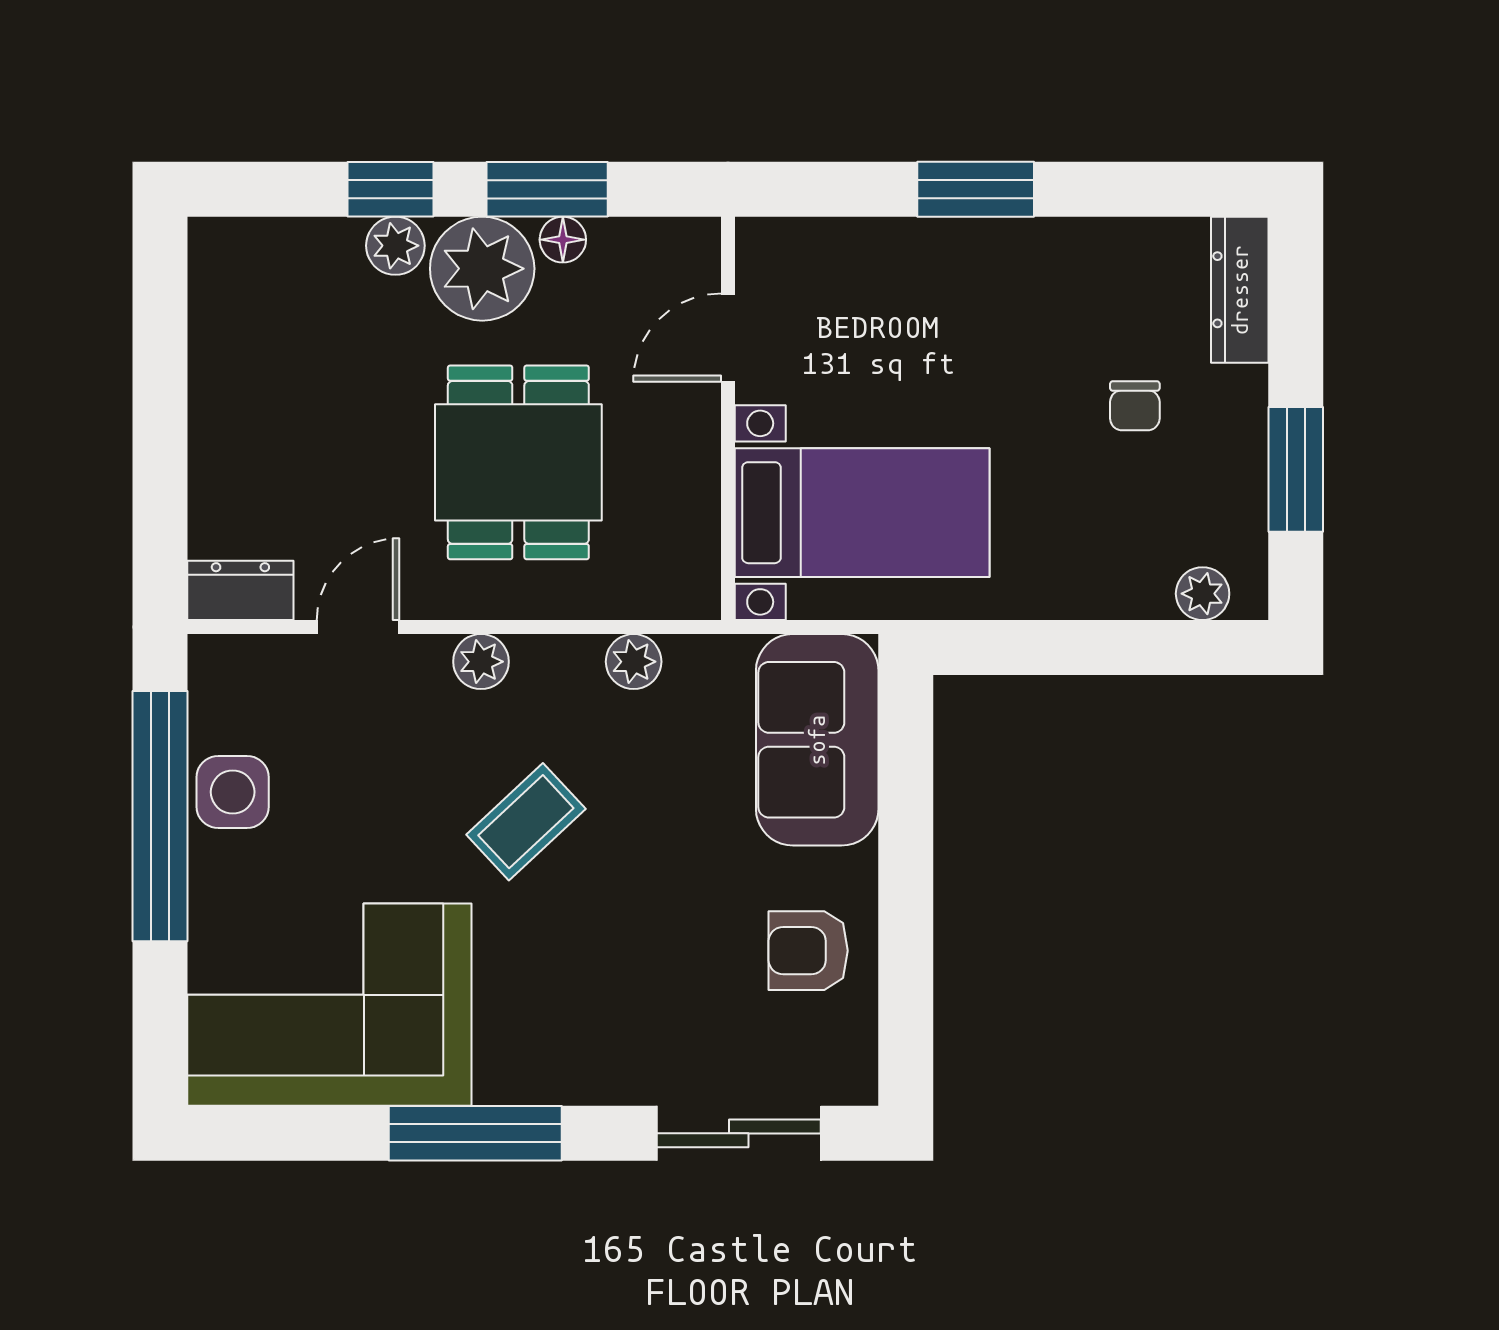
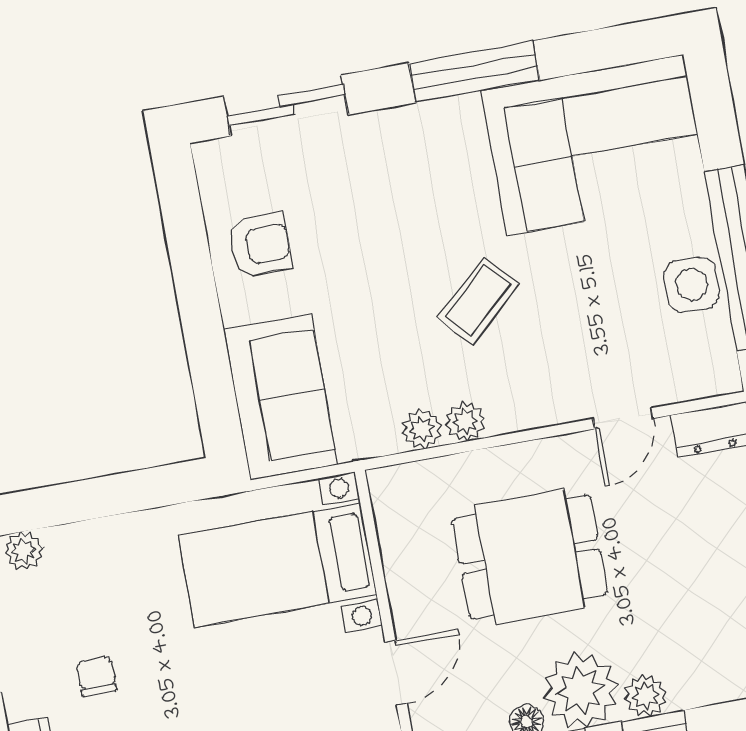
dining table: (518, 462) -> (530, 557), turned 90
plant: (481, 662) -> (465, 421), moved

